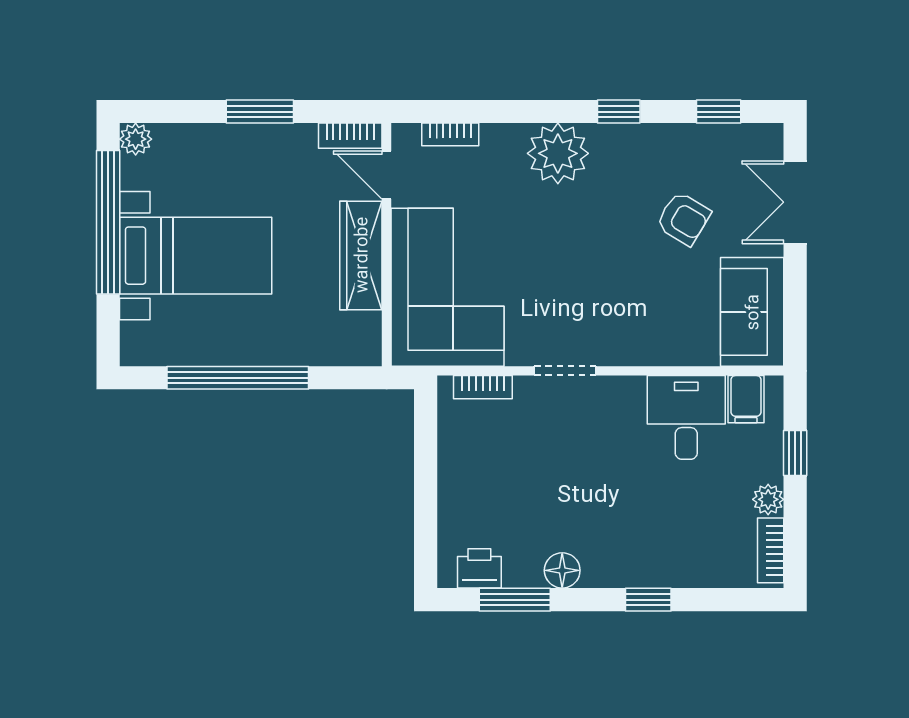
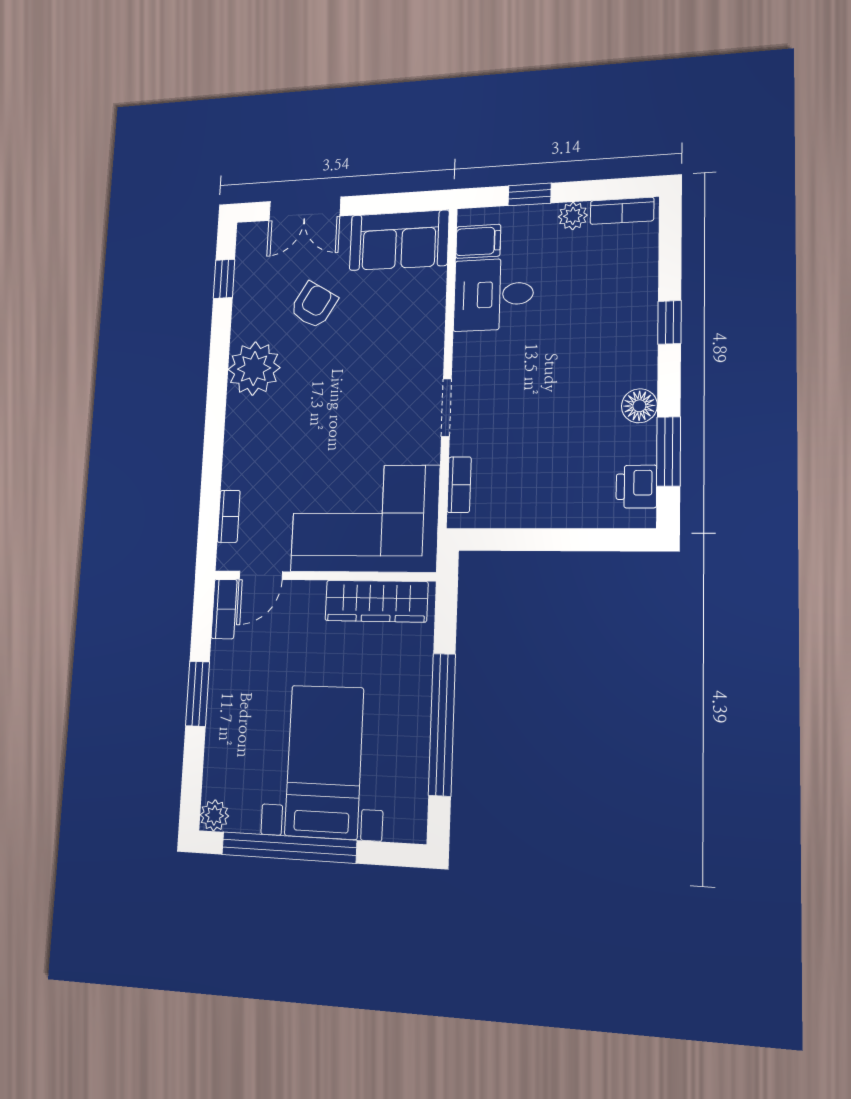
window: (619, 112) -> (219, 366), removed
plant: (558, 153) -> (254, 368), moved
wardrobe: (361, 255) -> (376, 601), moved

